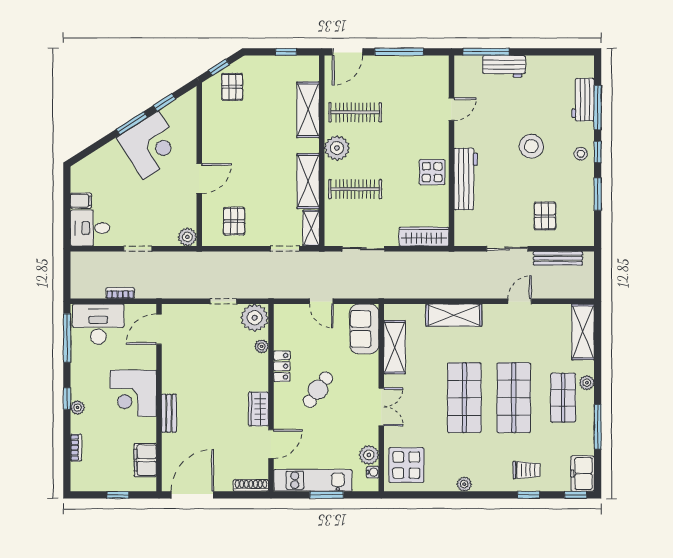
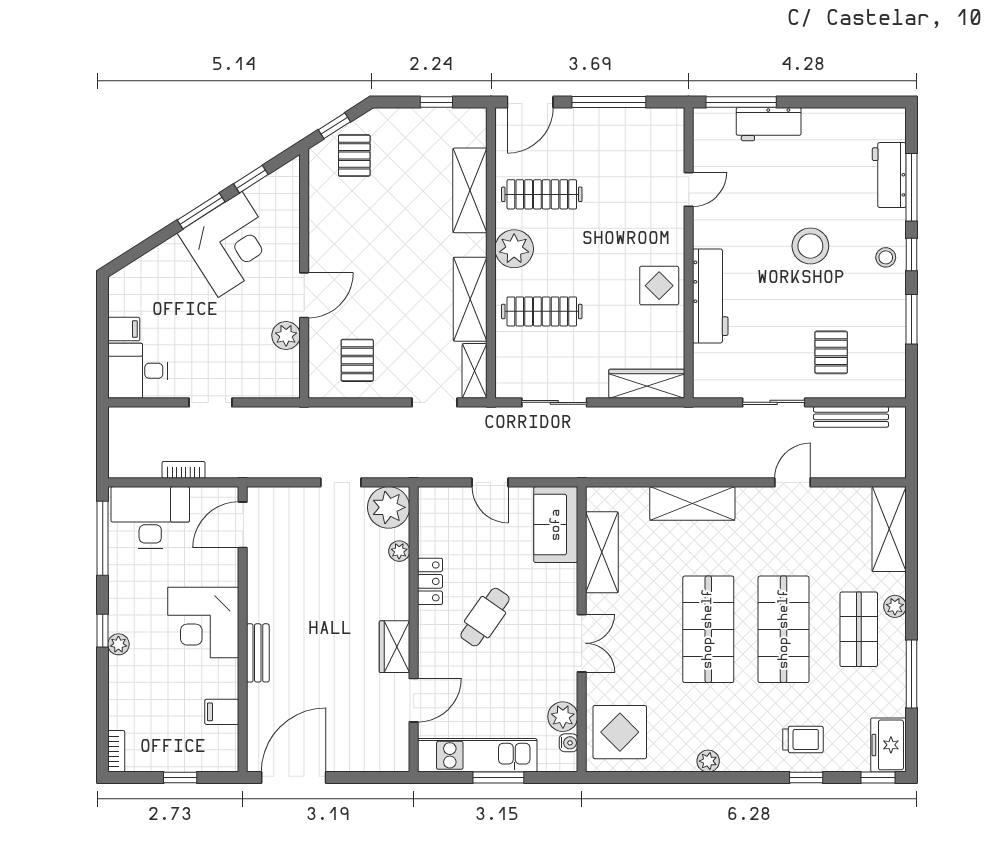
plant: (187, 237) -> (286, 335), moved
bookcase: (76, 448) -> (116, 751), moved
filing cabinet: (145, 460) -> (222, 712), width x0.50
shoe rack: (251, 485) -> (383, 763), removed

